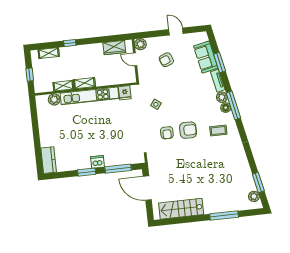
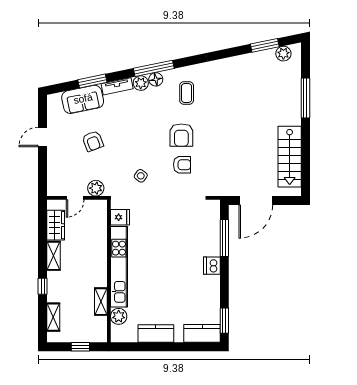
plant: (140, 44) -> (96, 188), moved
armchair: (166, 60) -> (93, 141), moved
shelving: (84, 83) -> (54, 256), moved
kitchen counter: (45, 127) -> (156, 333), added
armchair: (188, 130) -> (181, 135), turned 180
window: (87, 172) -> (224, 321), moved

